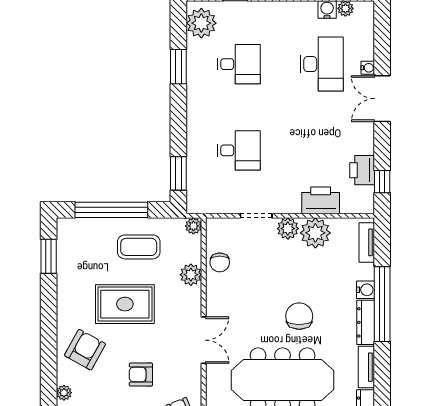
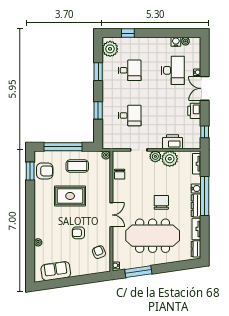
printer: (362, 170) -> (194, 111), moved
window: (178, 173) -> (98, 110), moved
plant: (191, 275) -> (105, 181), removed
armchair: (85, 350) -> (45, 171), moved, turned 61

